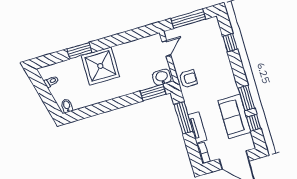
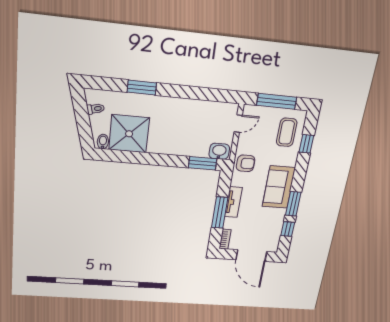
coffee table: (209, 40) -> (287, 132), added
shower: (100, 66) -> (129, 134), moved
sofa: (234, 116) -> (279, 187), moved
window: (183, 118) -> (220, 213), moved
tv unit: (197, 127) -> (233, 202), moved

